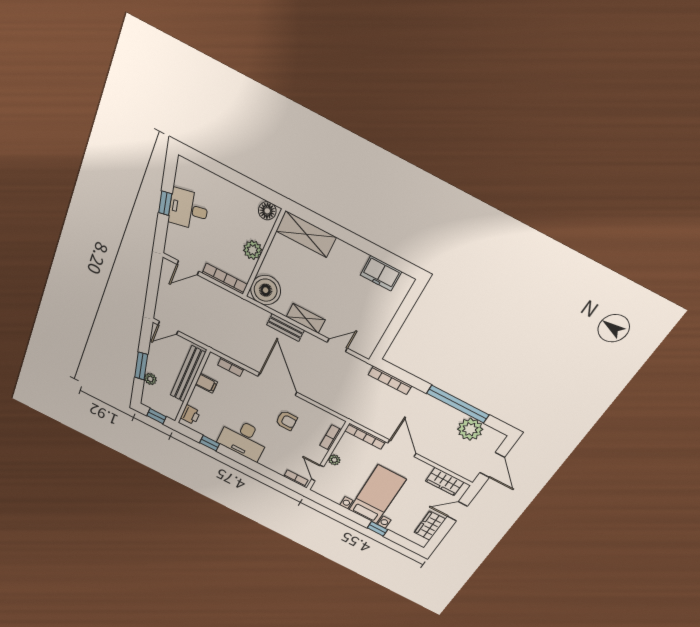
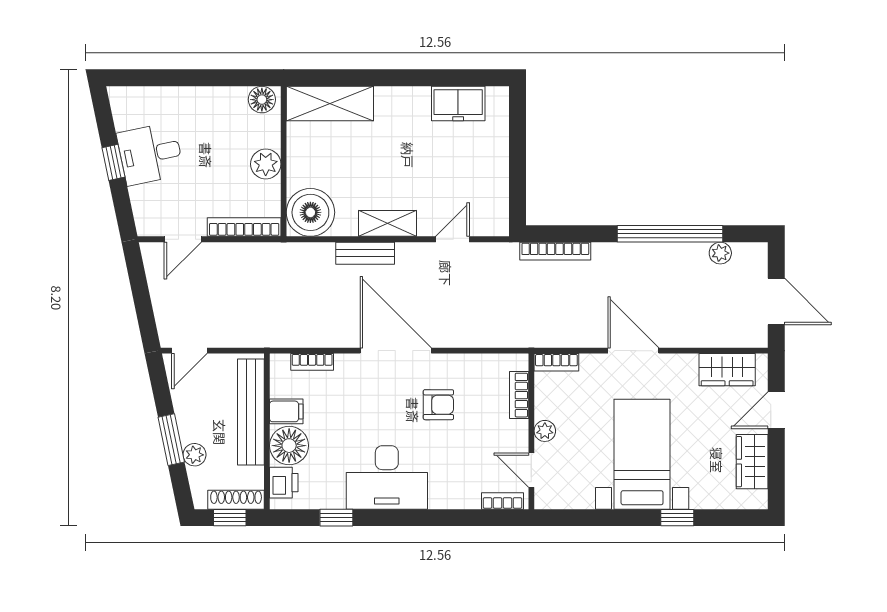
floor lamp: (201, 400) -> (289, 446), added
shoe rack: (163, 410) -> (236, 500), added
plant: (470, 429) -> (720, 253), width x0.53, depth x0.53
bookcase: (365, 436) -> (556, 362), width x0.64

